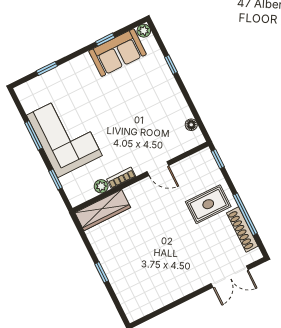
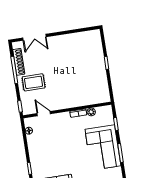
door: (158, 169) -> (44, 114), moved
wardrobe: (103, 210) -> (95, 98), removed
double door: (230, 277) -> (34, 37), swing flipped

